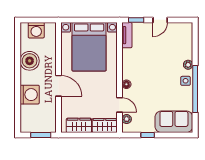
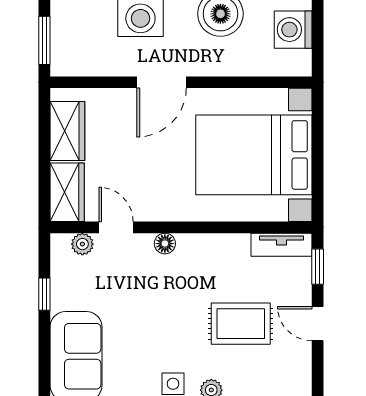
rug: (160, 52) -> (241, 324), added
door: (120, 105) -> (116, 227), swing flipped

